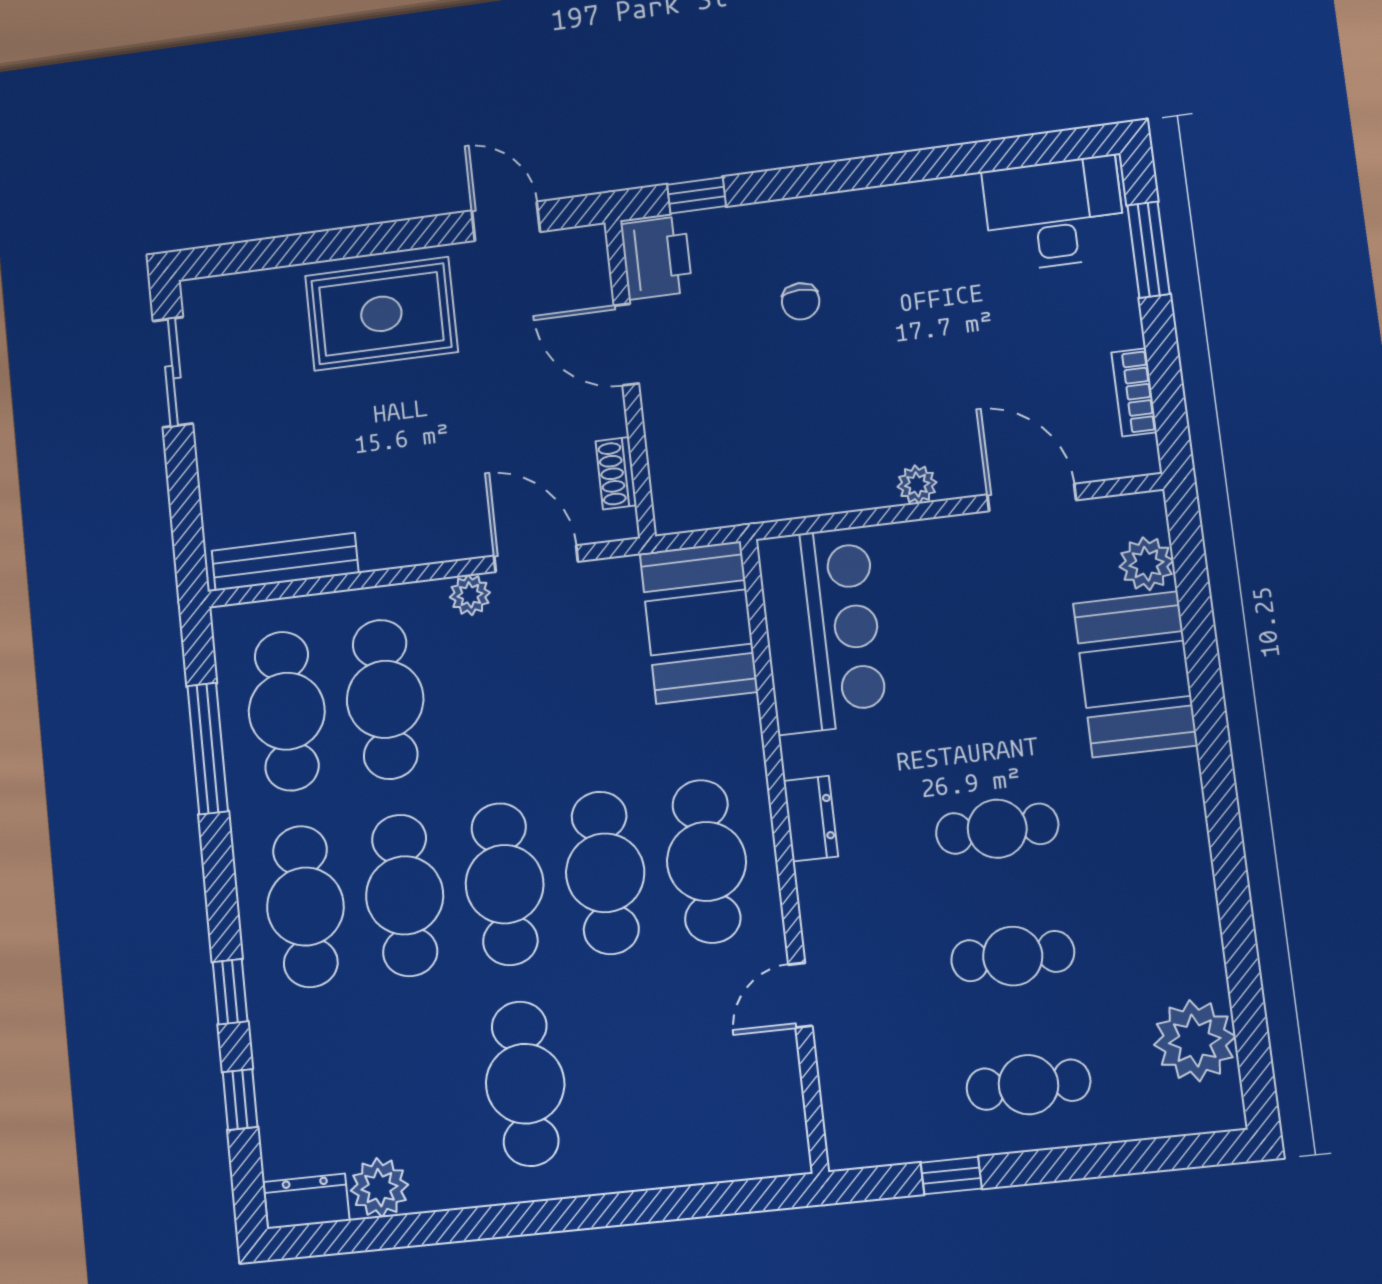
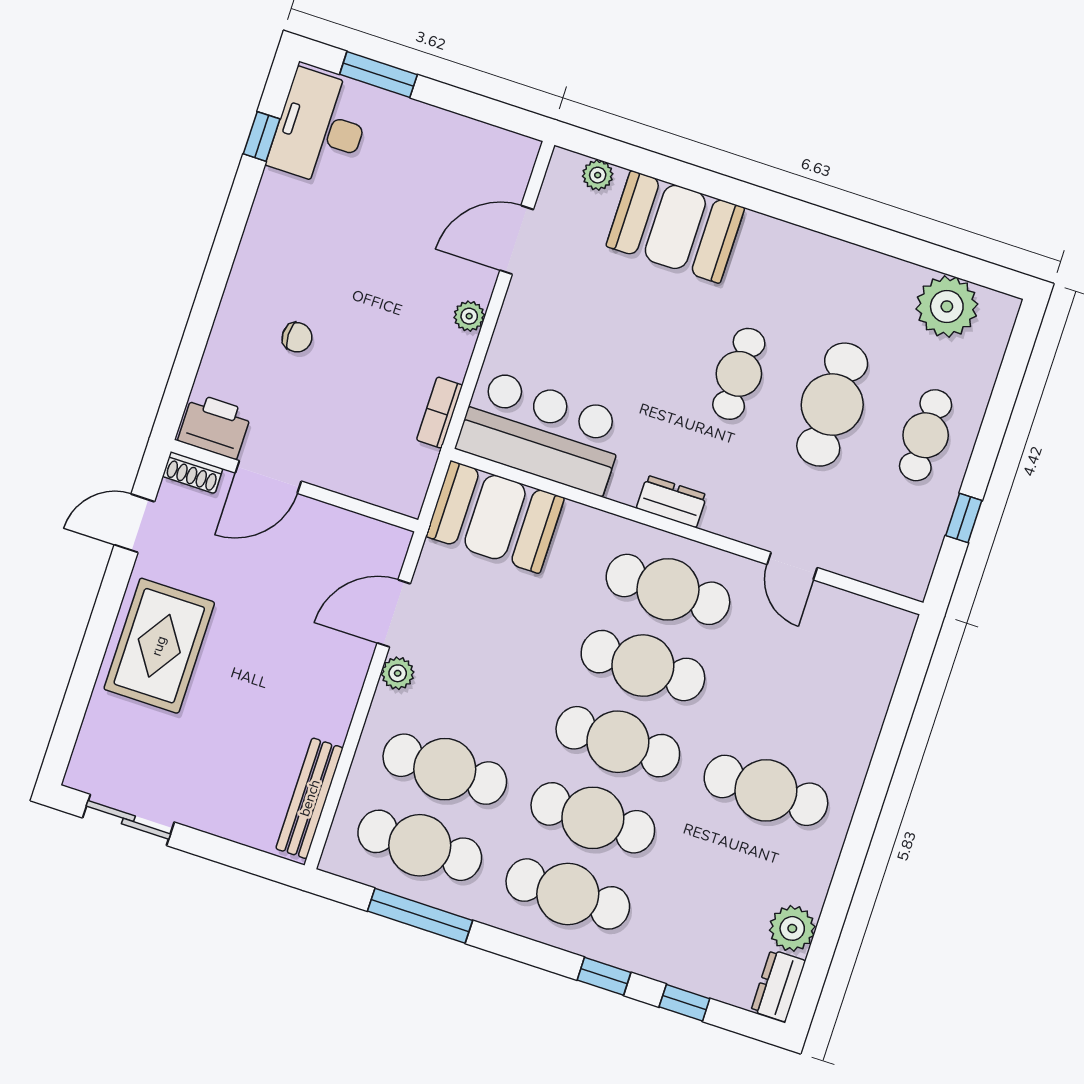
window: (697, 195) -> (262, 136), moved
bookcase: (1134, 392) -> (440, 413), moved, turned 90
shoe rack: (616, 473) -> (193, 473), moved
plant: (1146, 564) -> (598, 175), width x0.73, depth x0.73
cafe table: (1013, 956) -> (832, 405), width x1.37, depth x1.35

